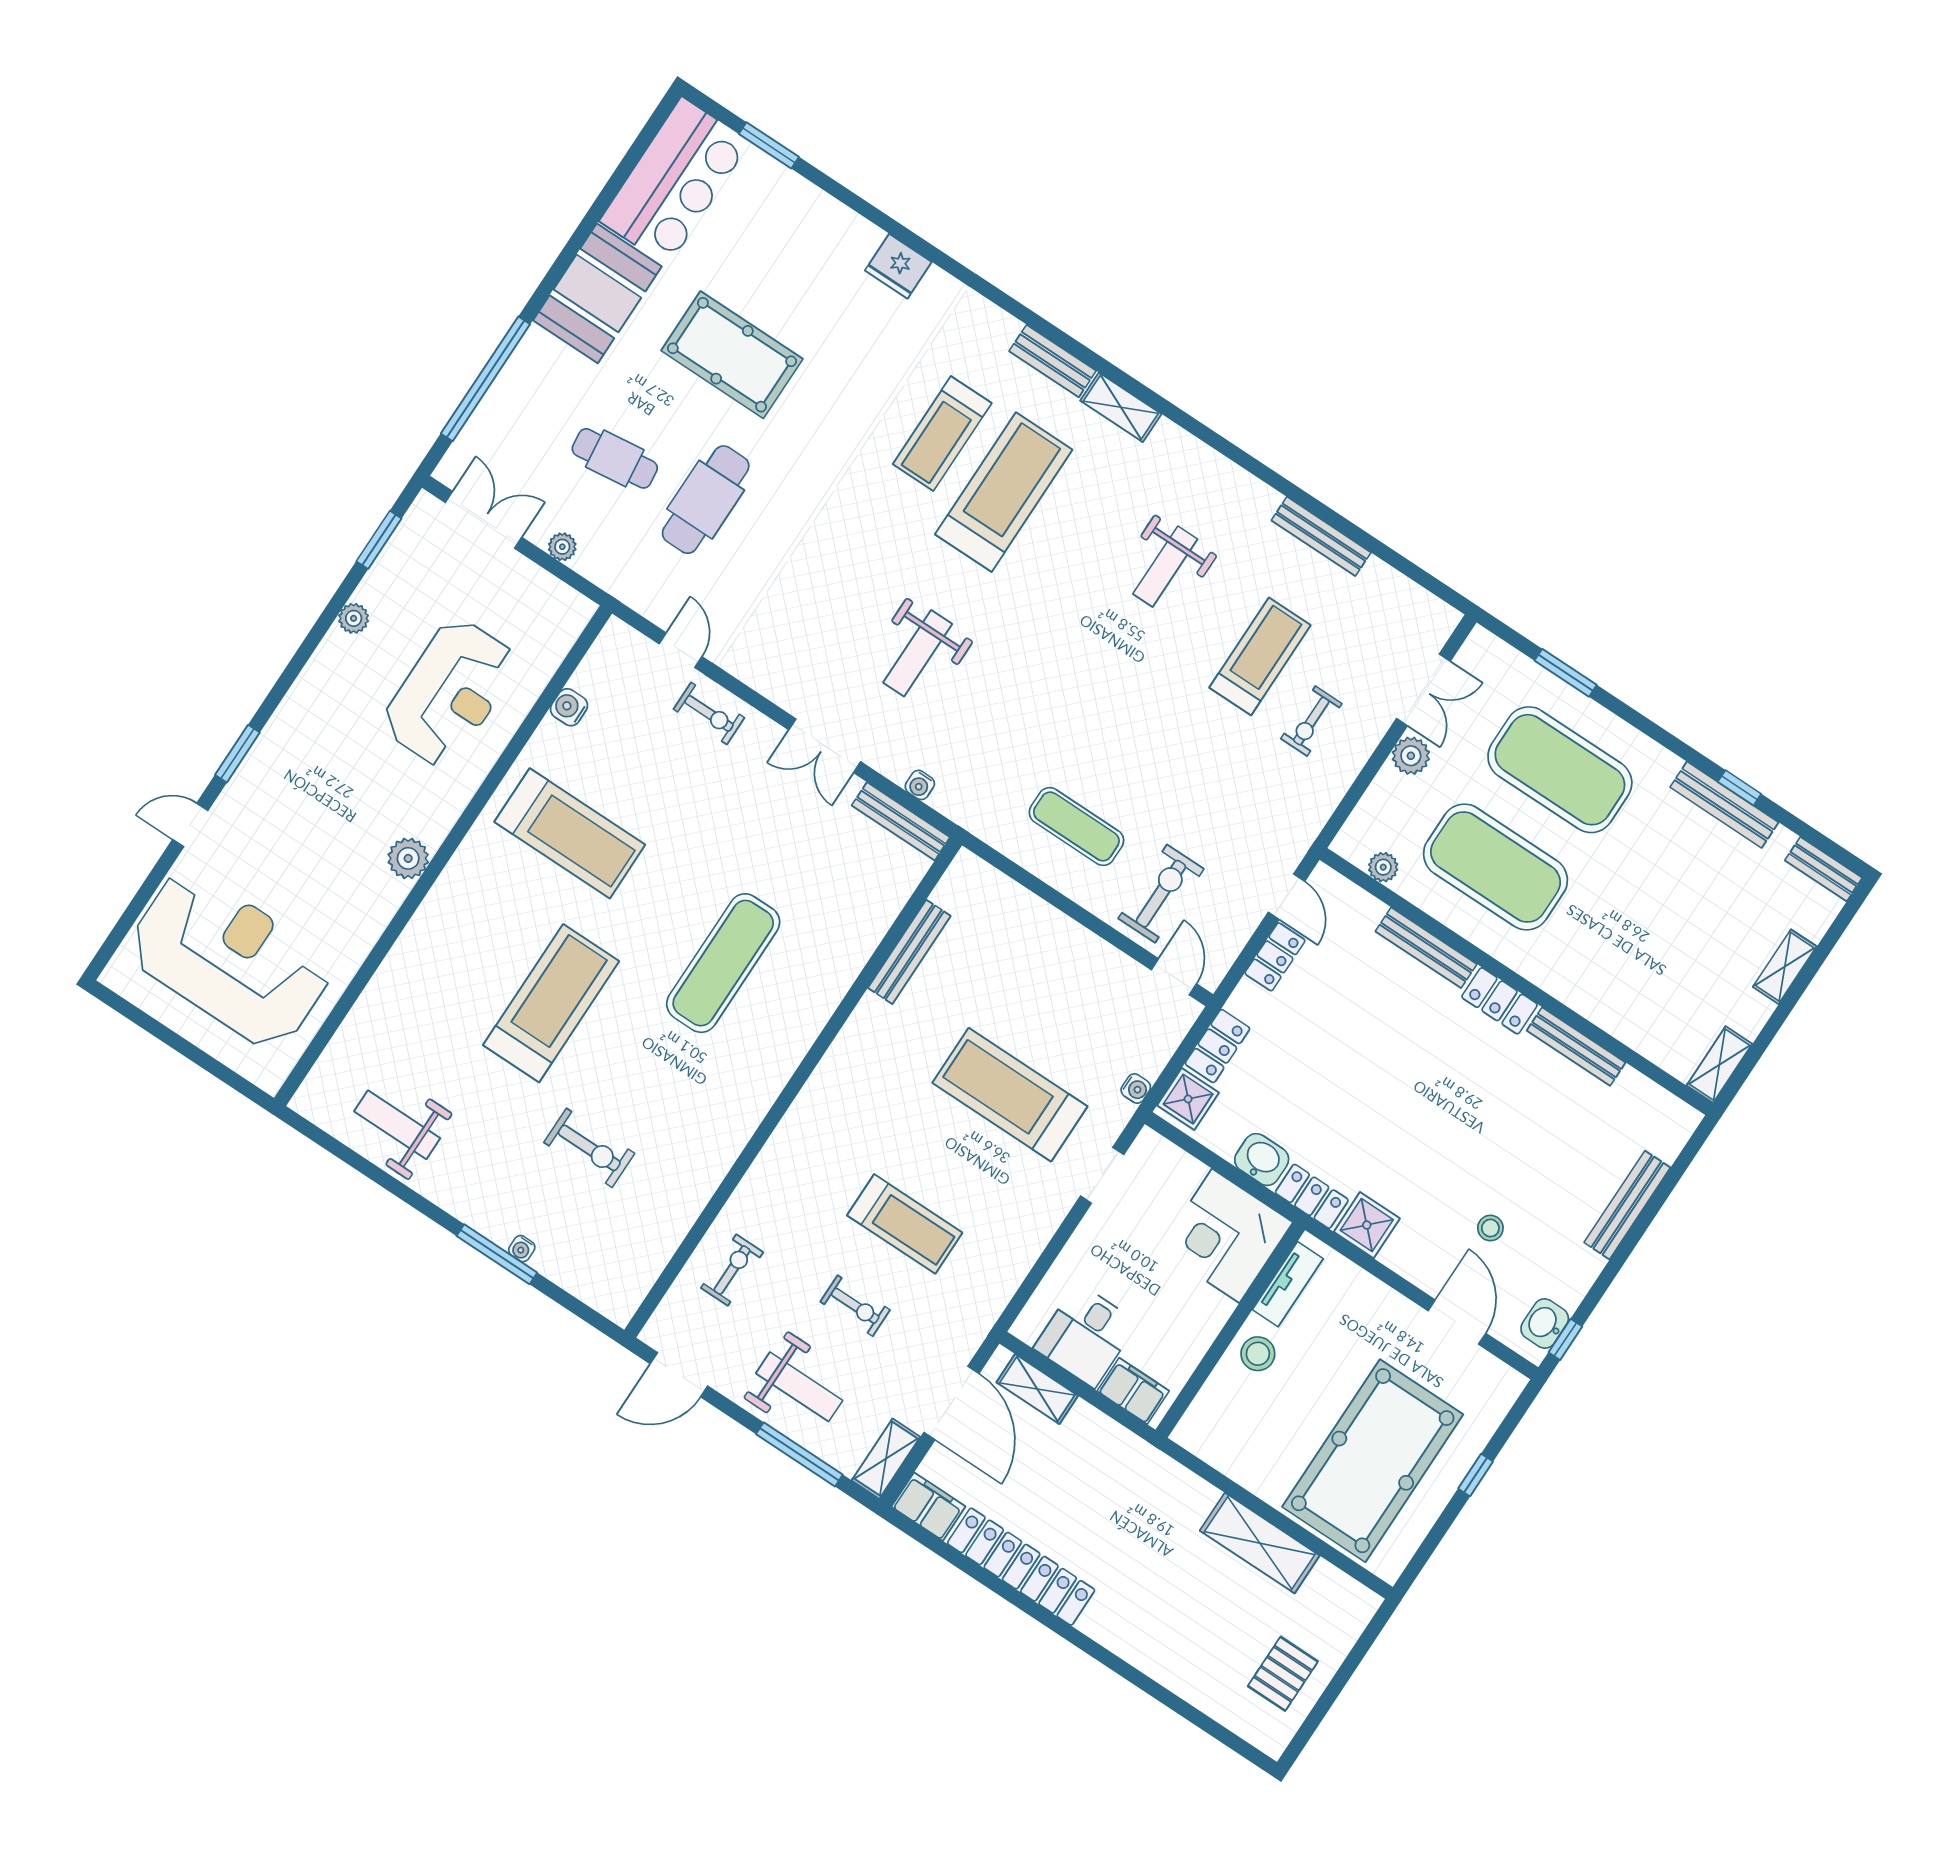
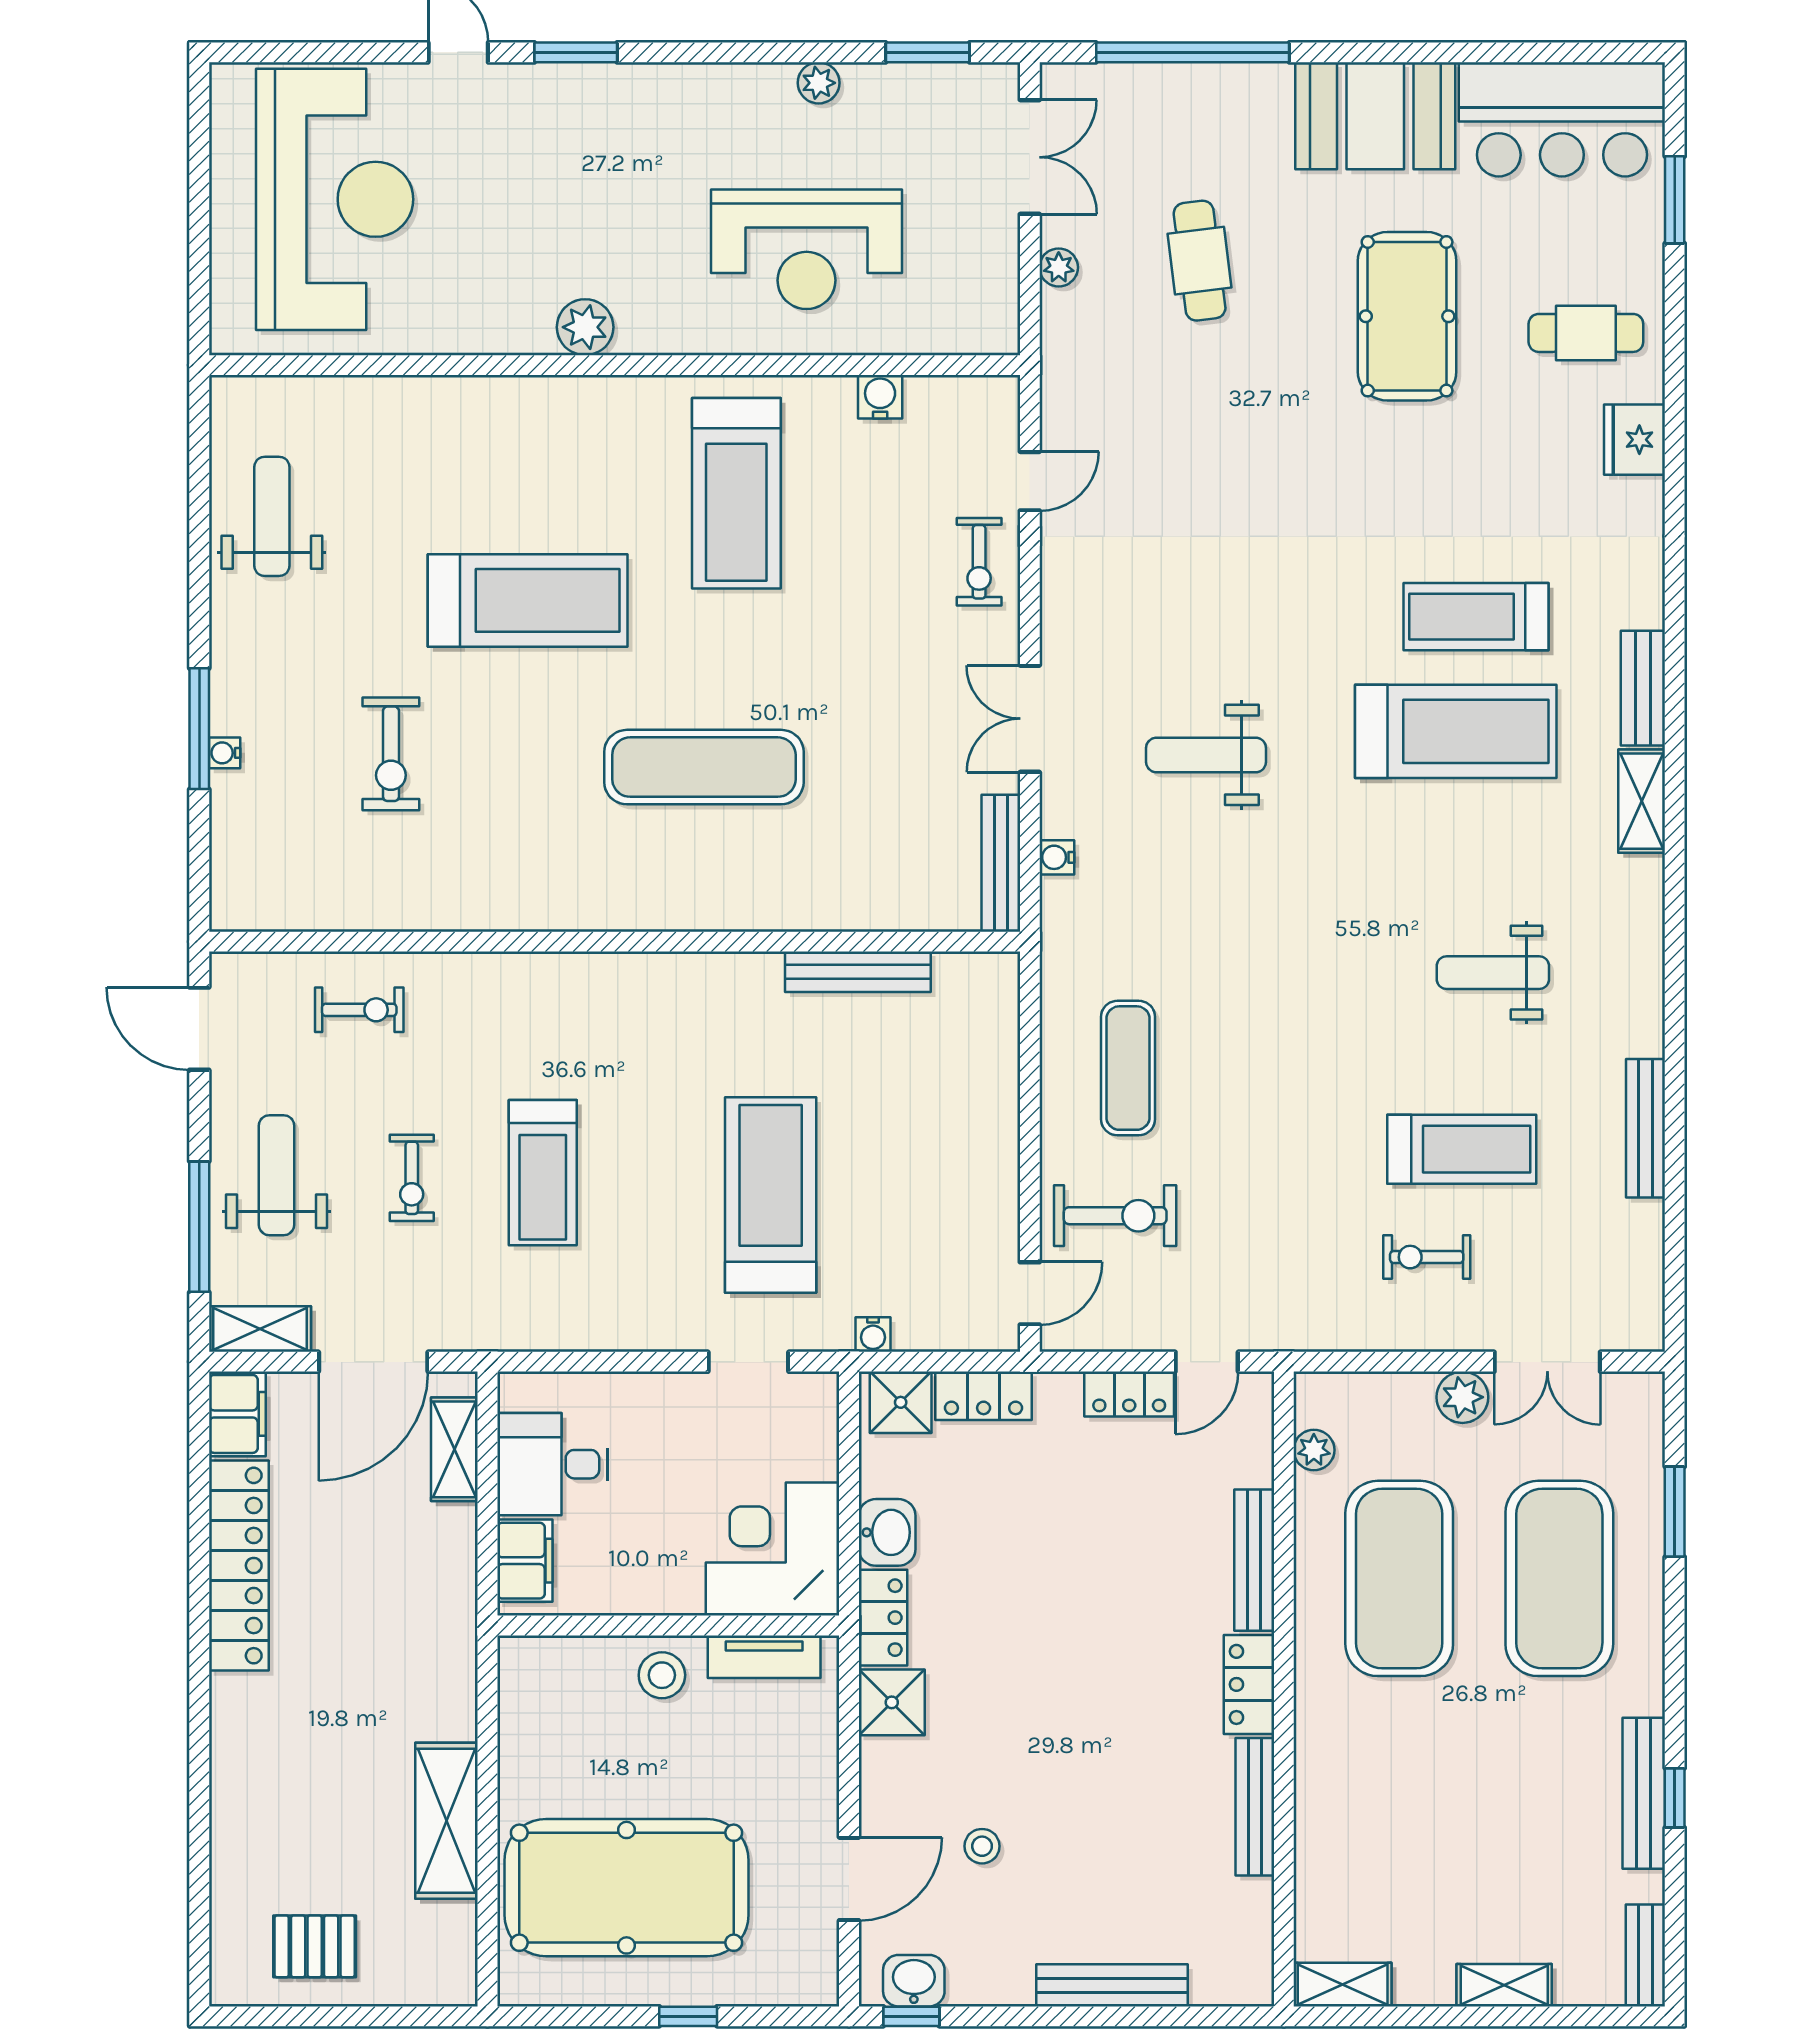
cafe table: (706, 500) -> (1586, 333), moved, width x0.73, depth x0.74
weight bench: (799, 1387) -> (276, 1175), turned 180

